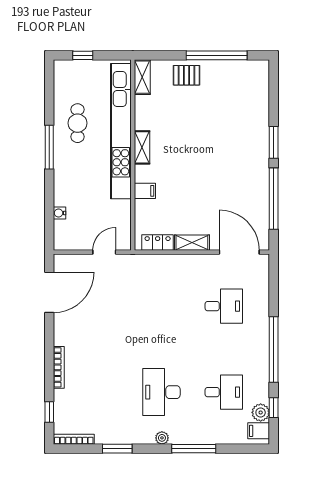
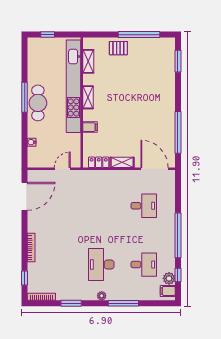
shelving: (142, 77) -> (88, 61), moved
cafe table: (78, 123) -> (38, 103), moved, width x1.37, depth x1.35
window: (274, 142) -> (178, 61), moved

